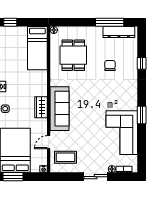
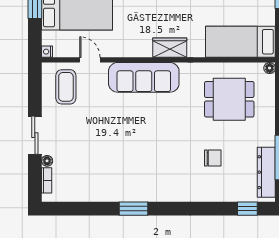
window: (142, 63) -> (247, 209), moved
wardrobe: (41, 107) -> (170, 48), moved
corner sofa: (122, 133) -> (105, 177), removed

